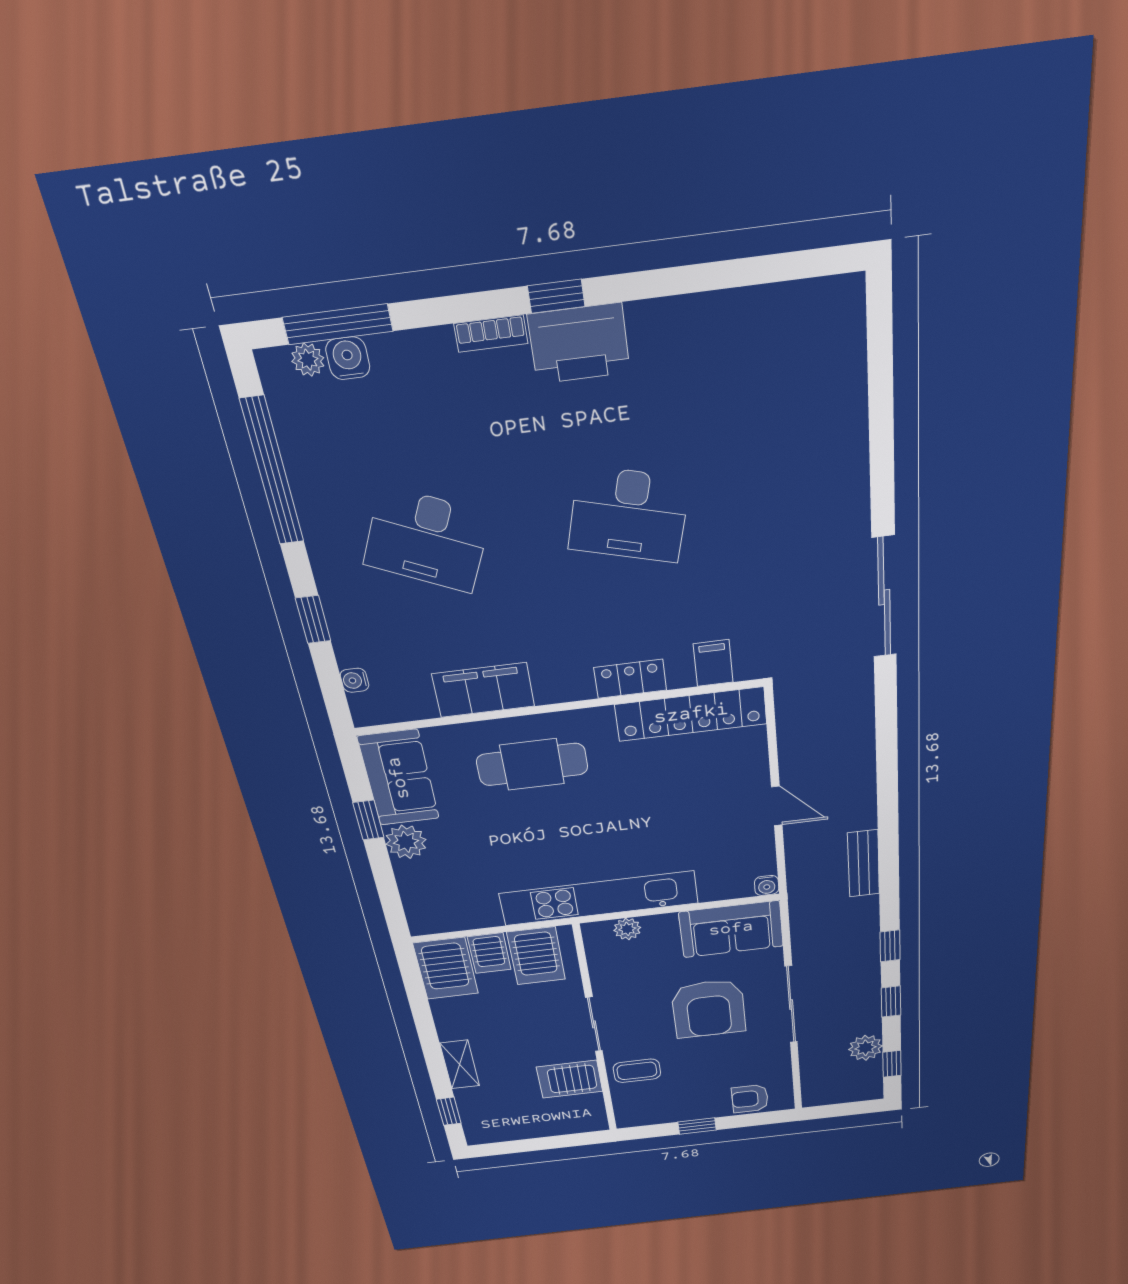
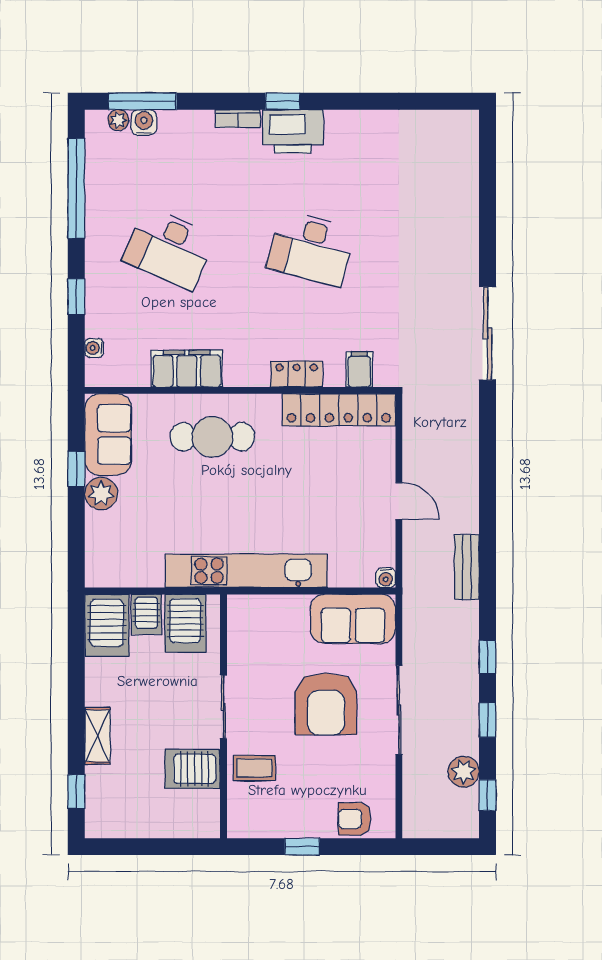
plant: (627, 929) -> (266, 606), removed

